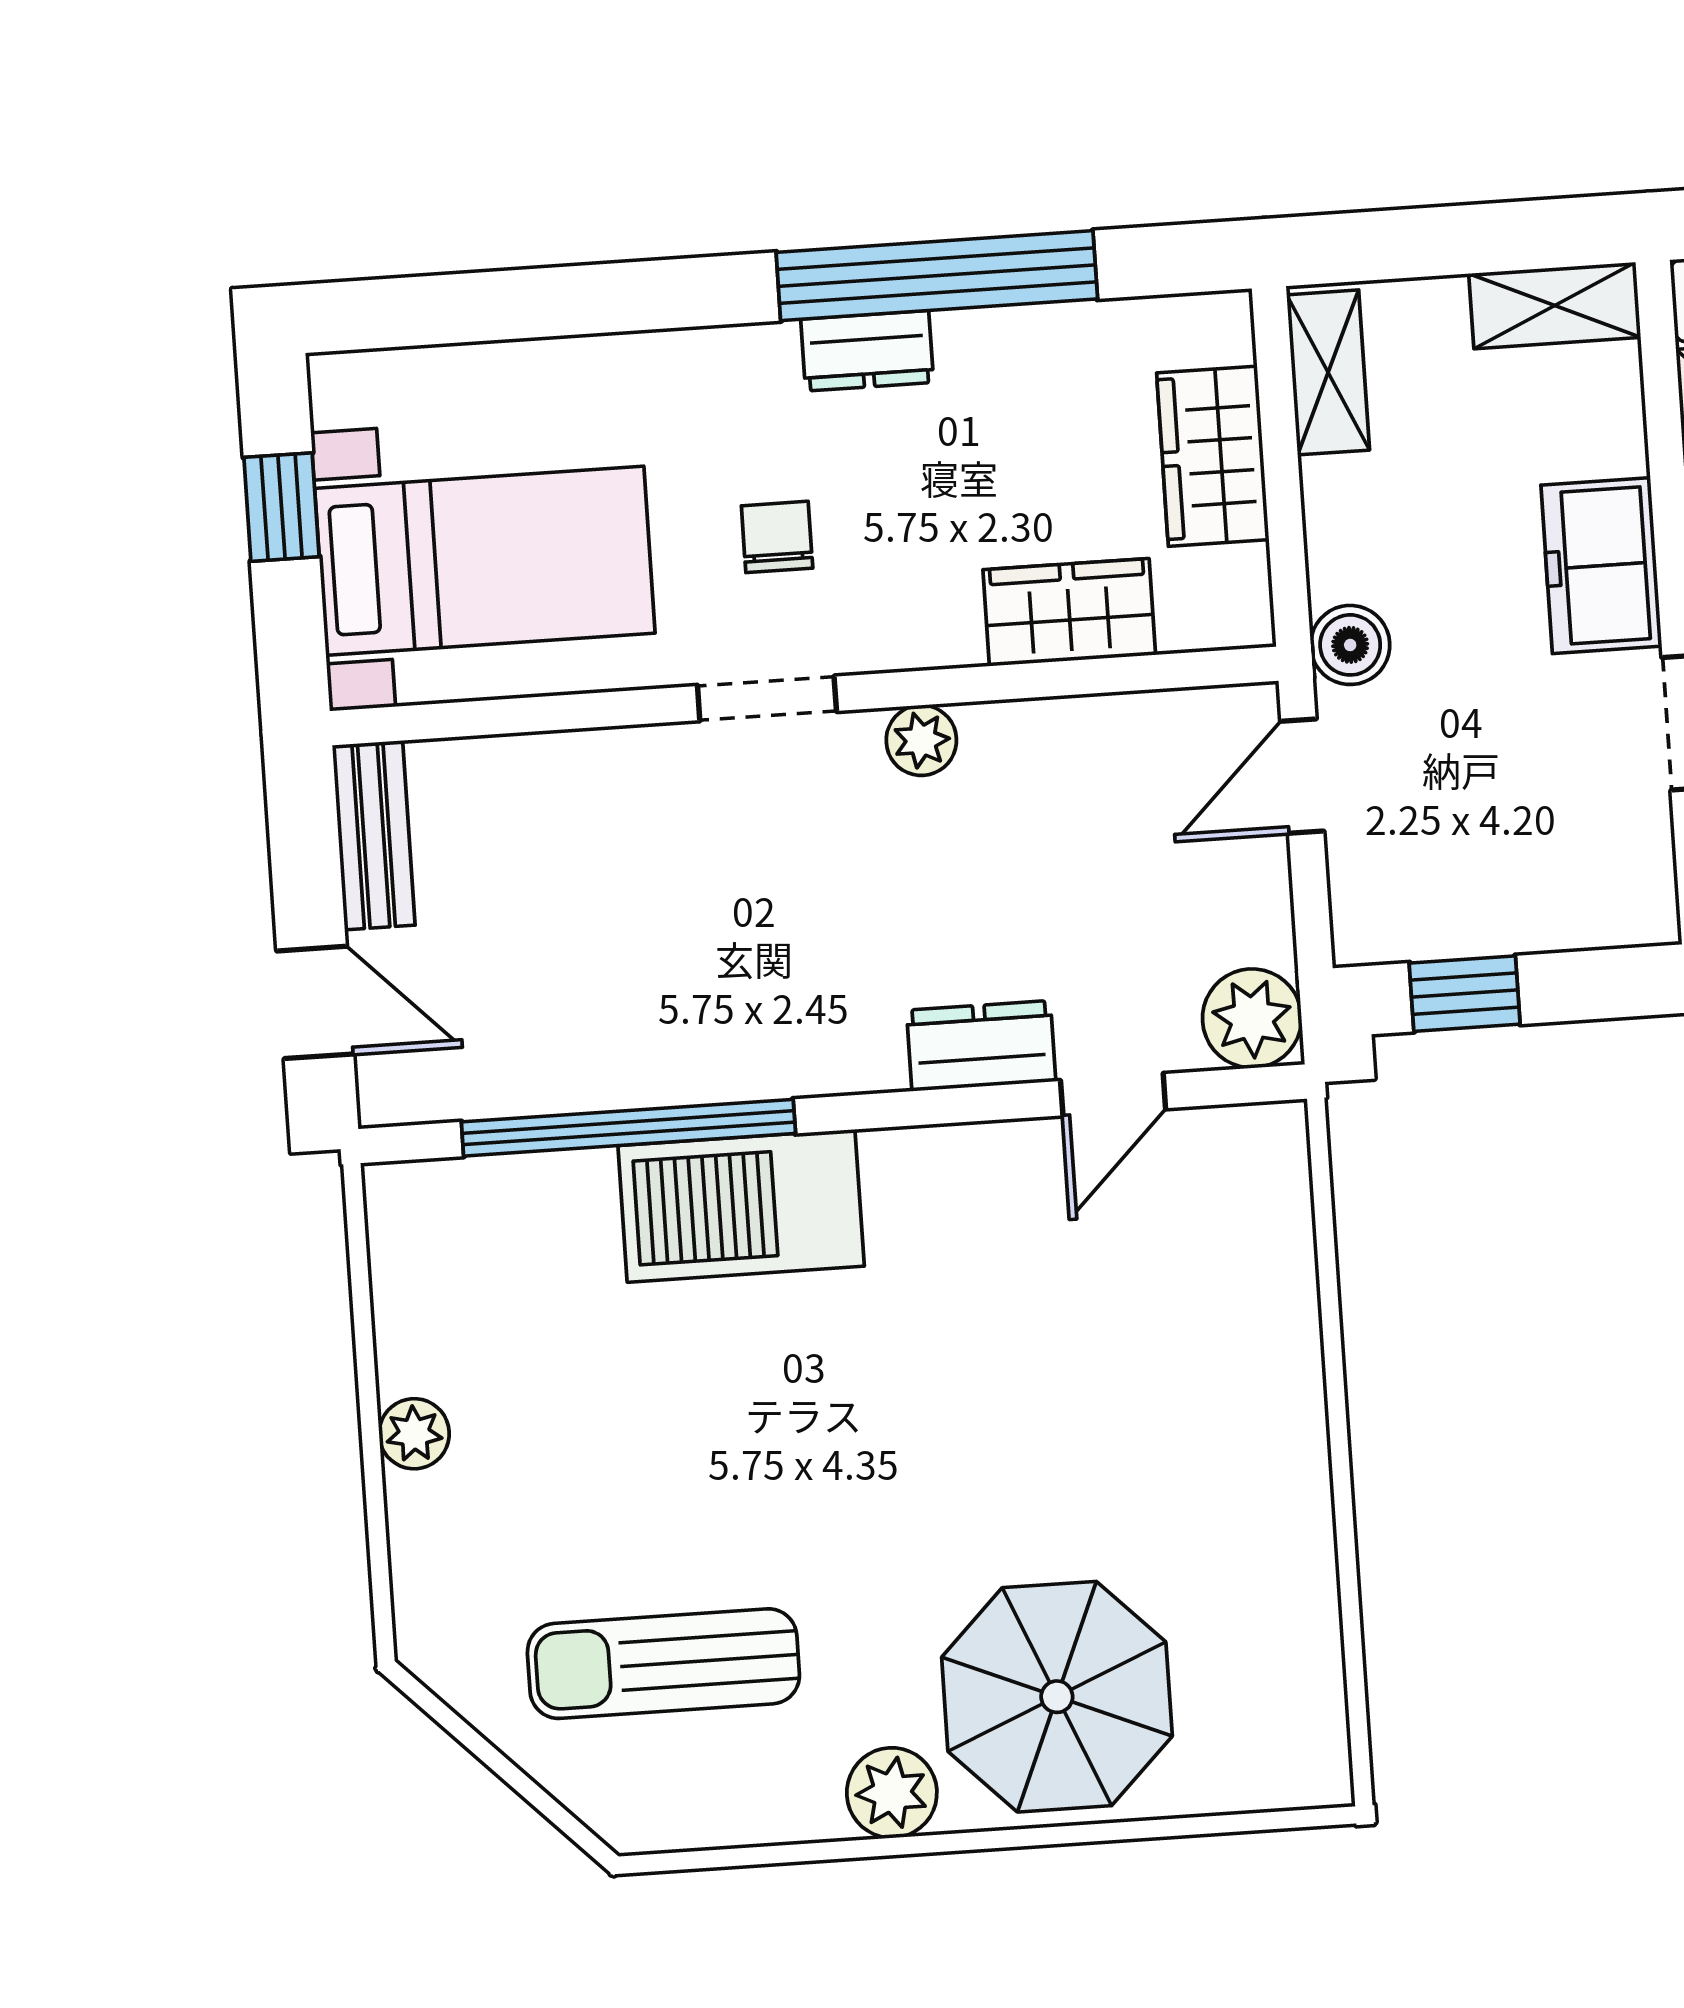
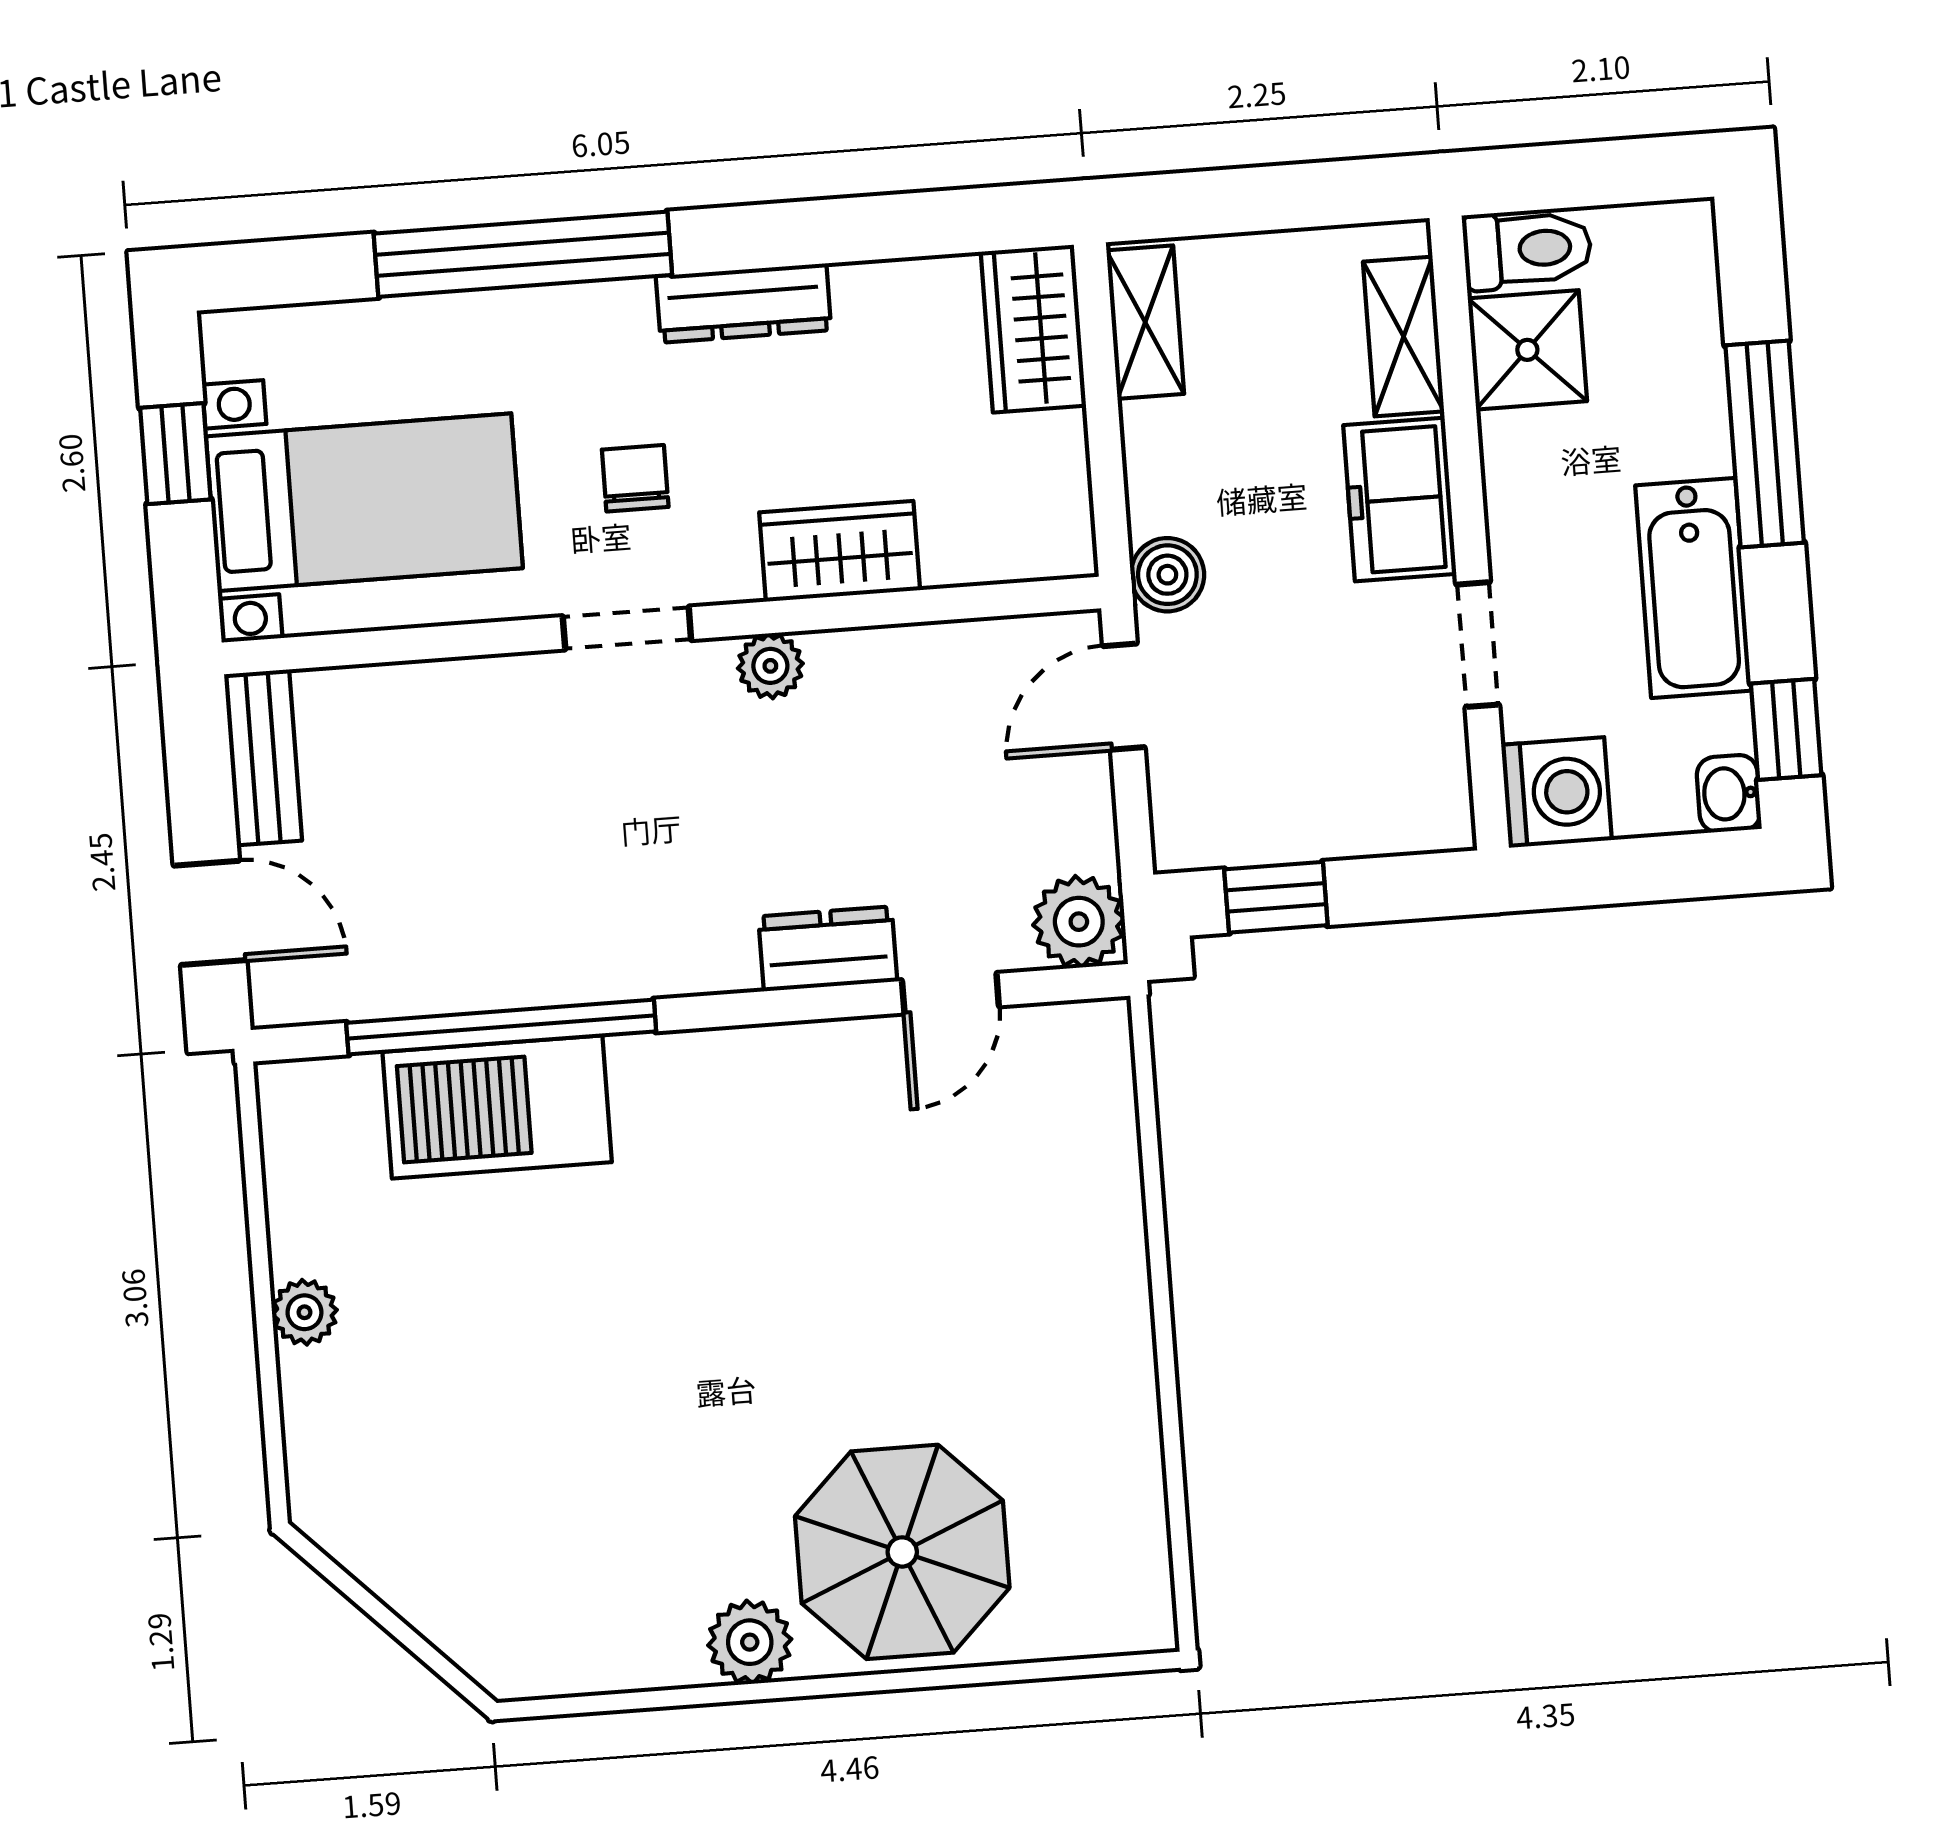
window: (937, 276) -> (523, 254), moved
shelving: (1555, 305) -> (1404, 337), moved, turned 90
dresser: (867, 351) -> (744, 303), width x1.44
wardrobe: (1213, 456) -> (1033, 329), moved
wardrobe: (1069, 612) -> (840, 551), moved
barbecue: (741, 1206) -> (497, 1107), moved
sun lounger: (663, 1664) -> (537, 1524), removed

